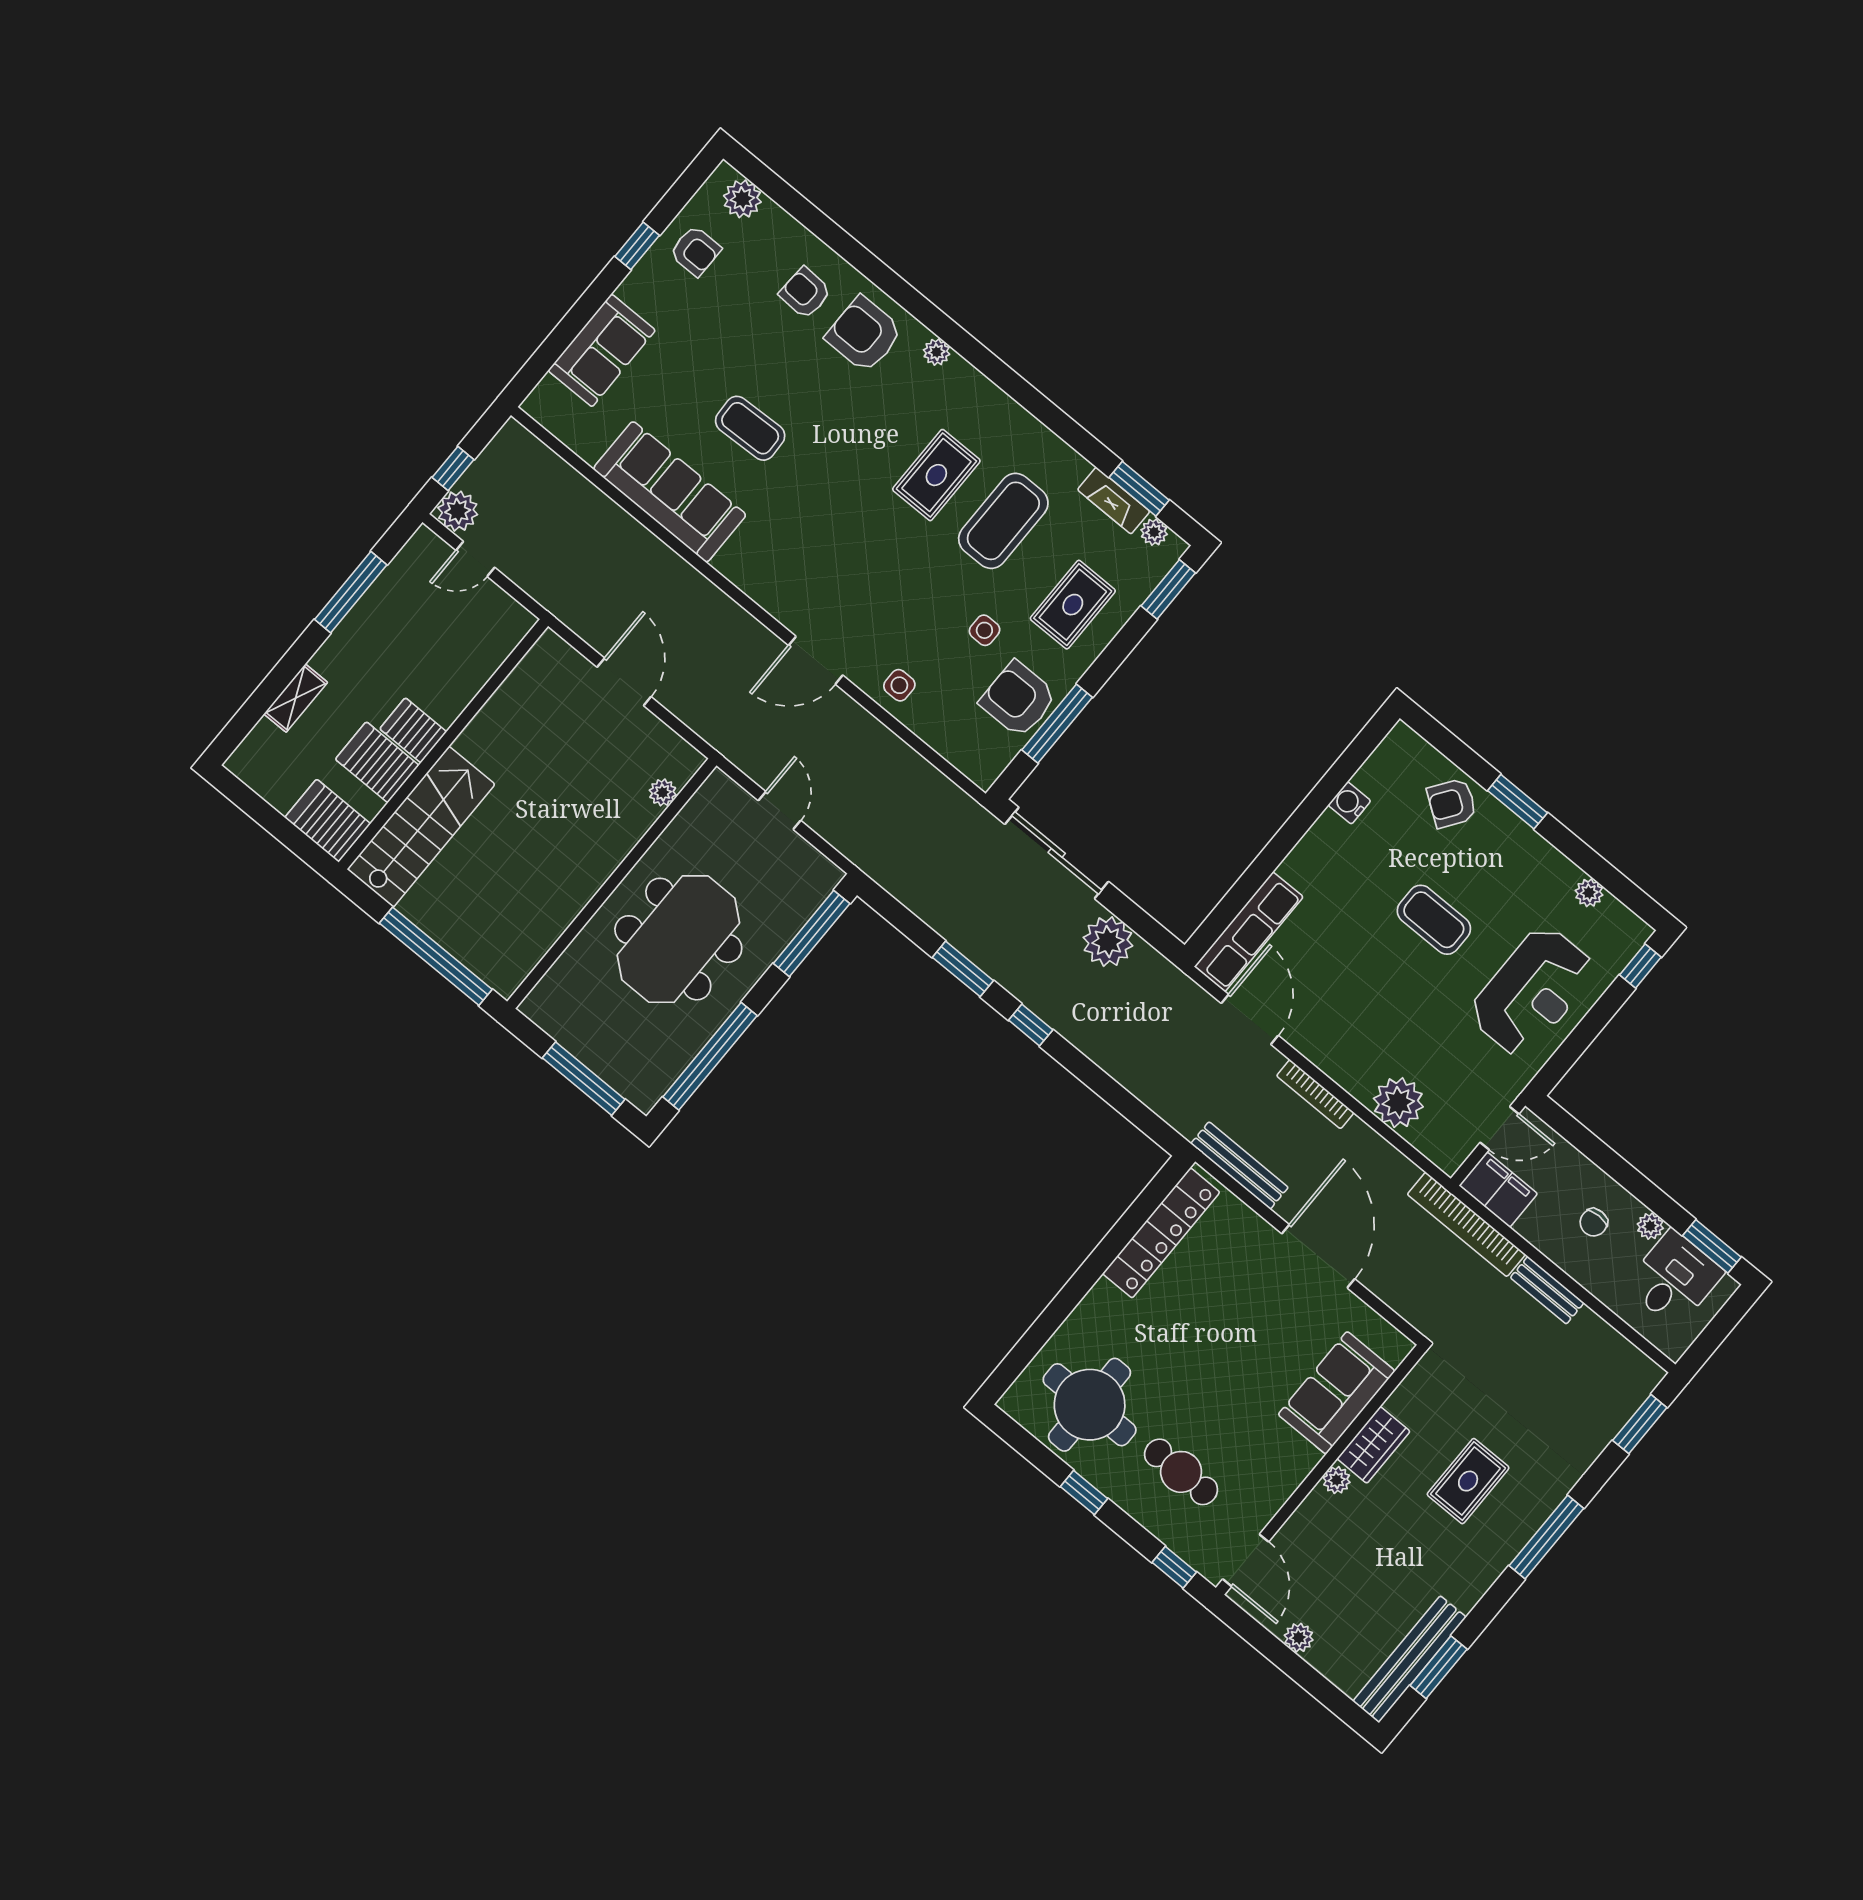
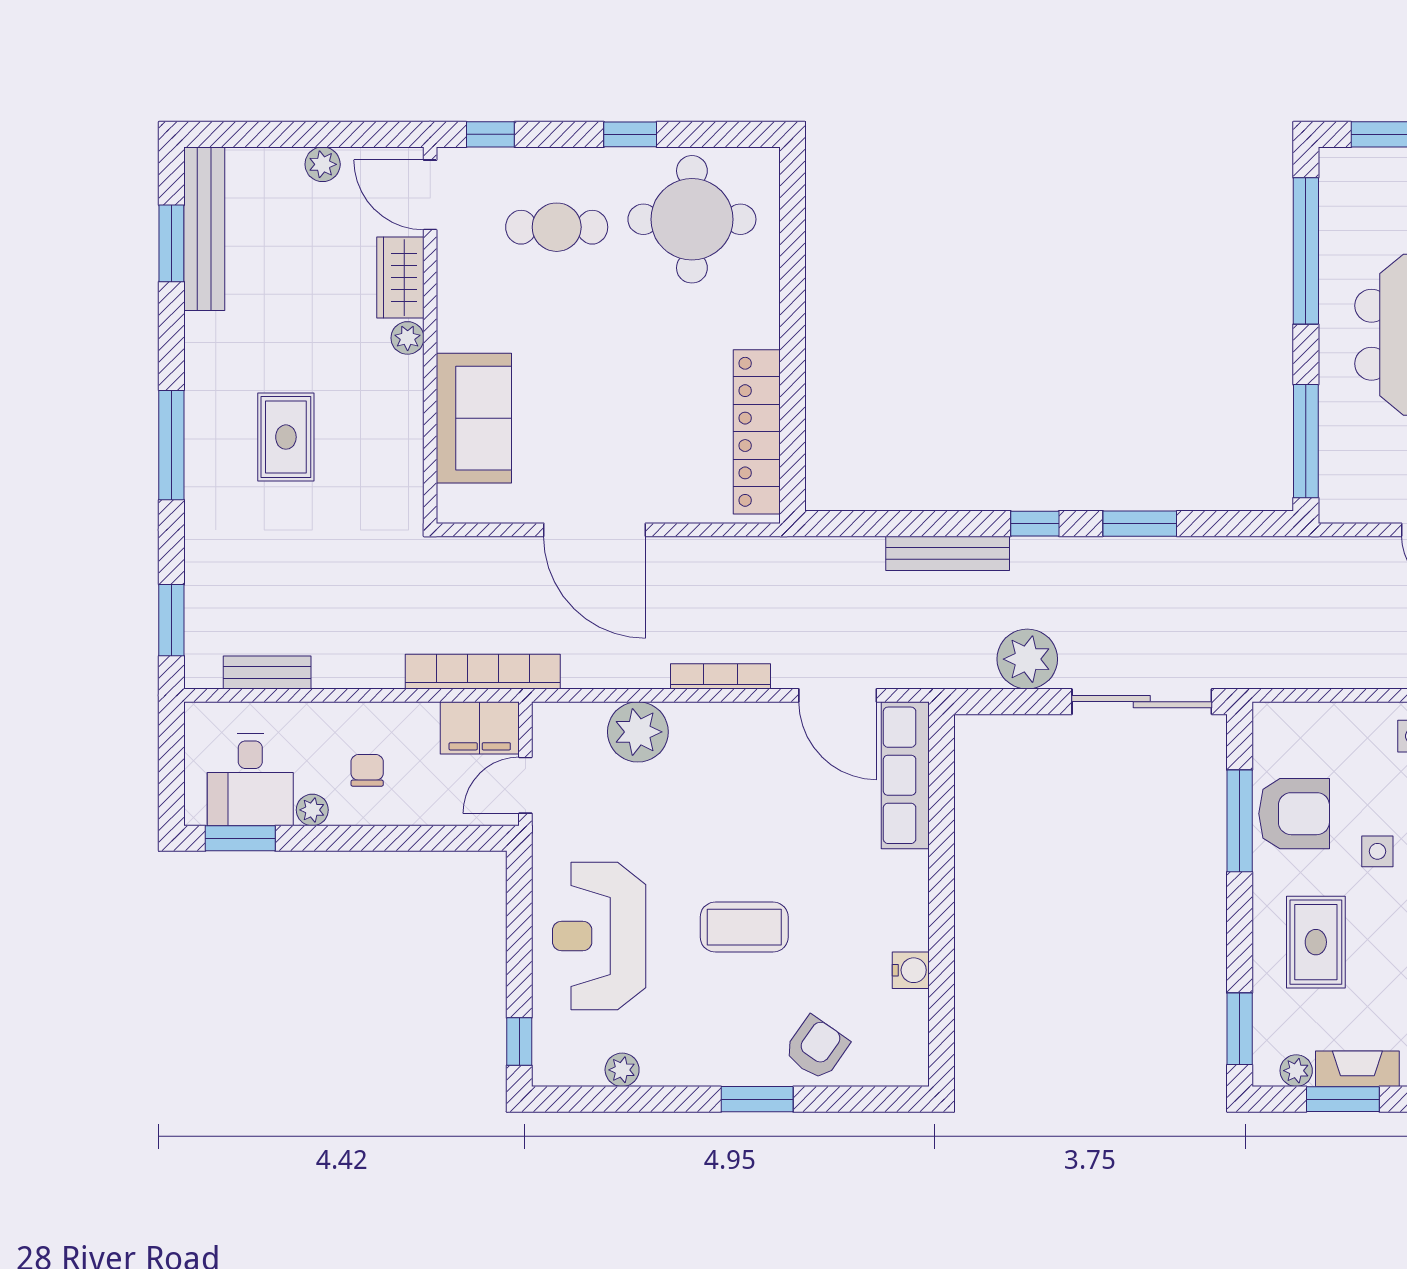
bench: (1239, 1166) -> (948, 553), moved
bench: (1547, 1290) -> (267, 673), moved
wardrobe: (1373, 1445) -> (400, 278), moved

